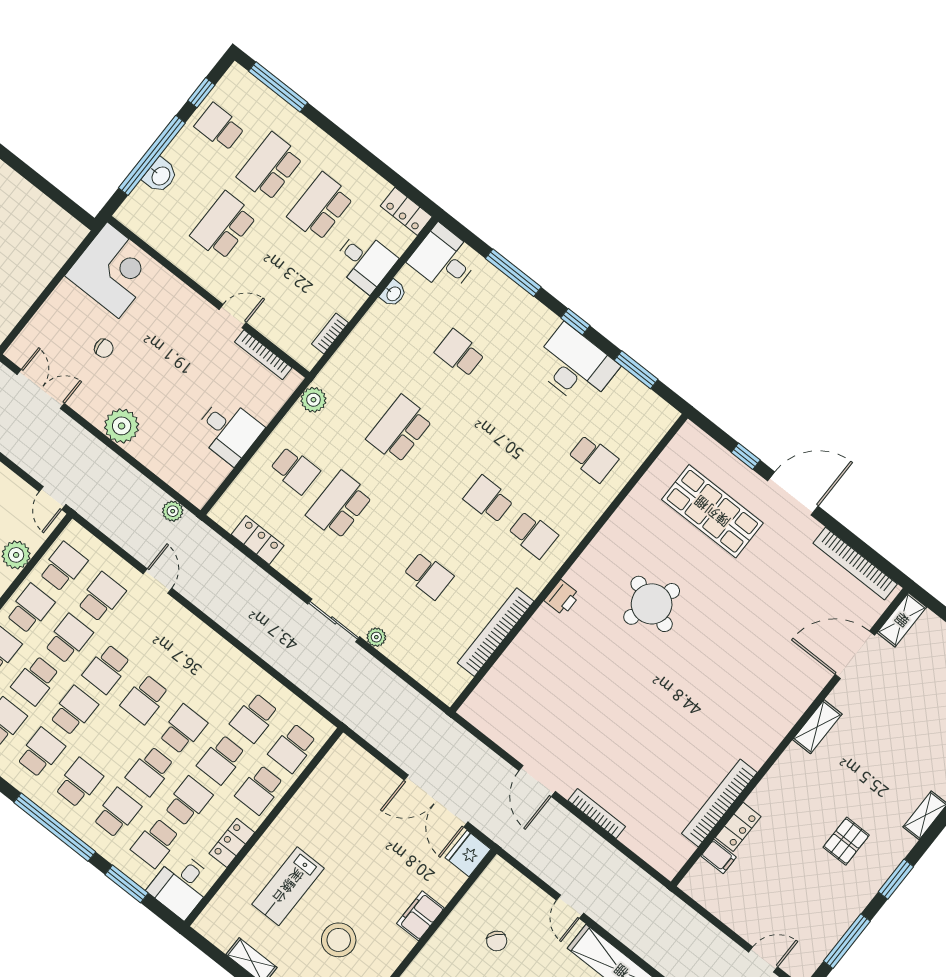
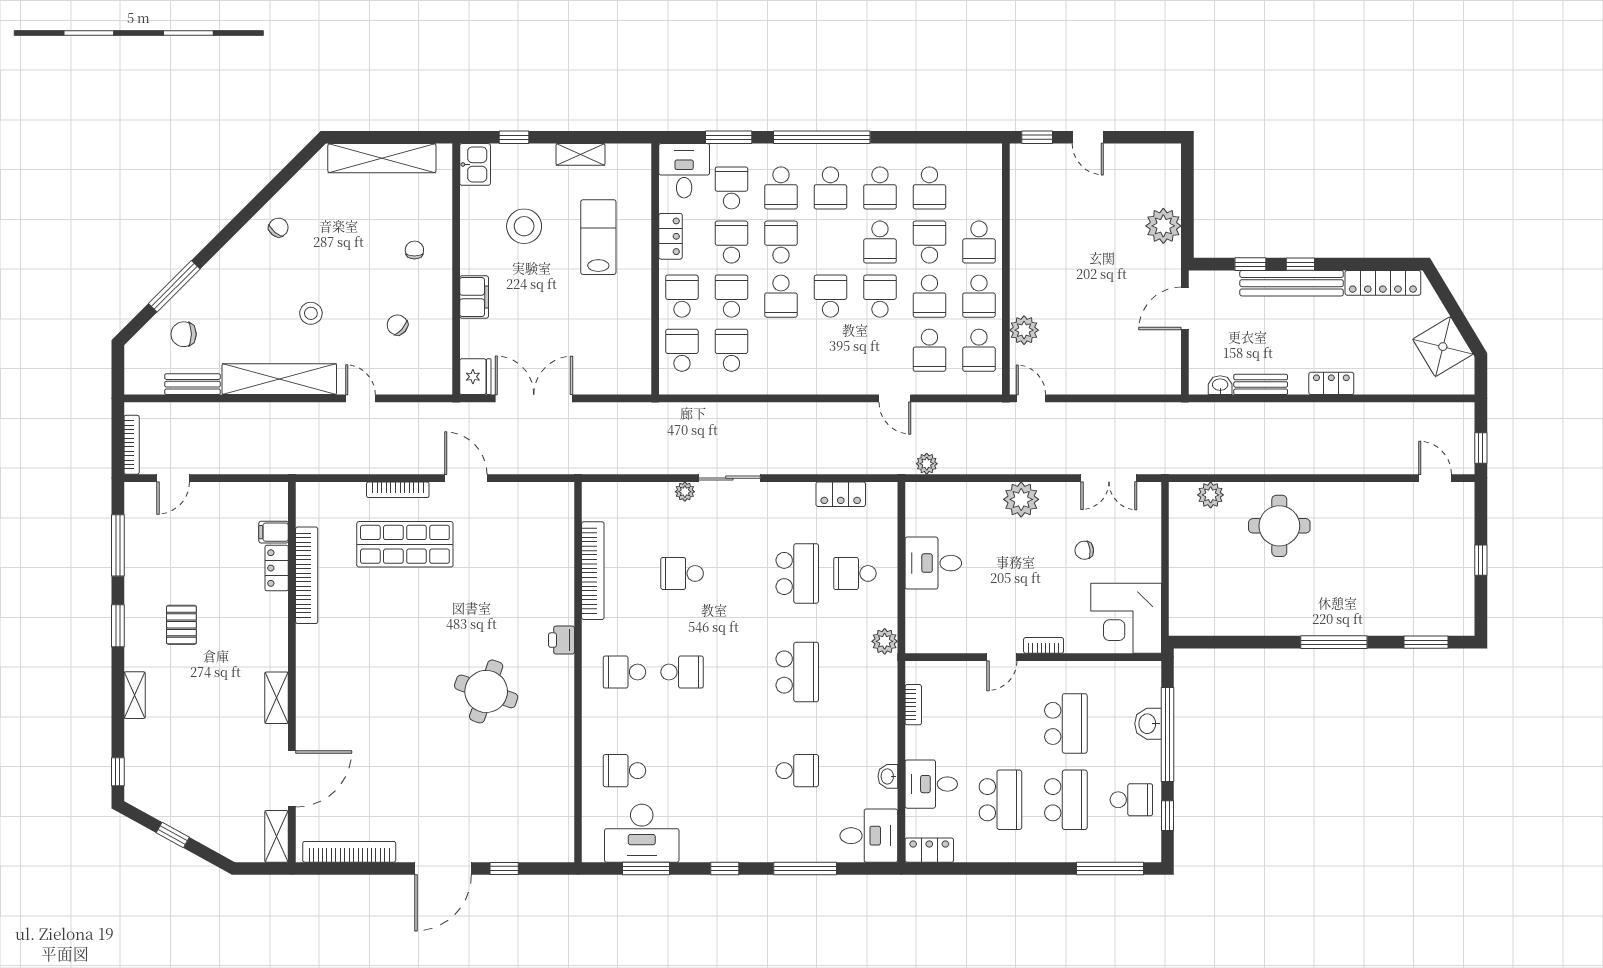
bookcase: (263, 355) -> (1044, 645), moved, width x0.64
desk: (575, 366) -> (642, 833), moved
shop shelf: (712, 511) -> (405, 544), moved
school desk: (188, 801) -> (731, 242), turned 180

